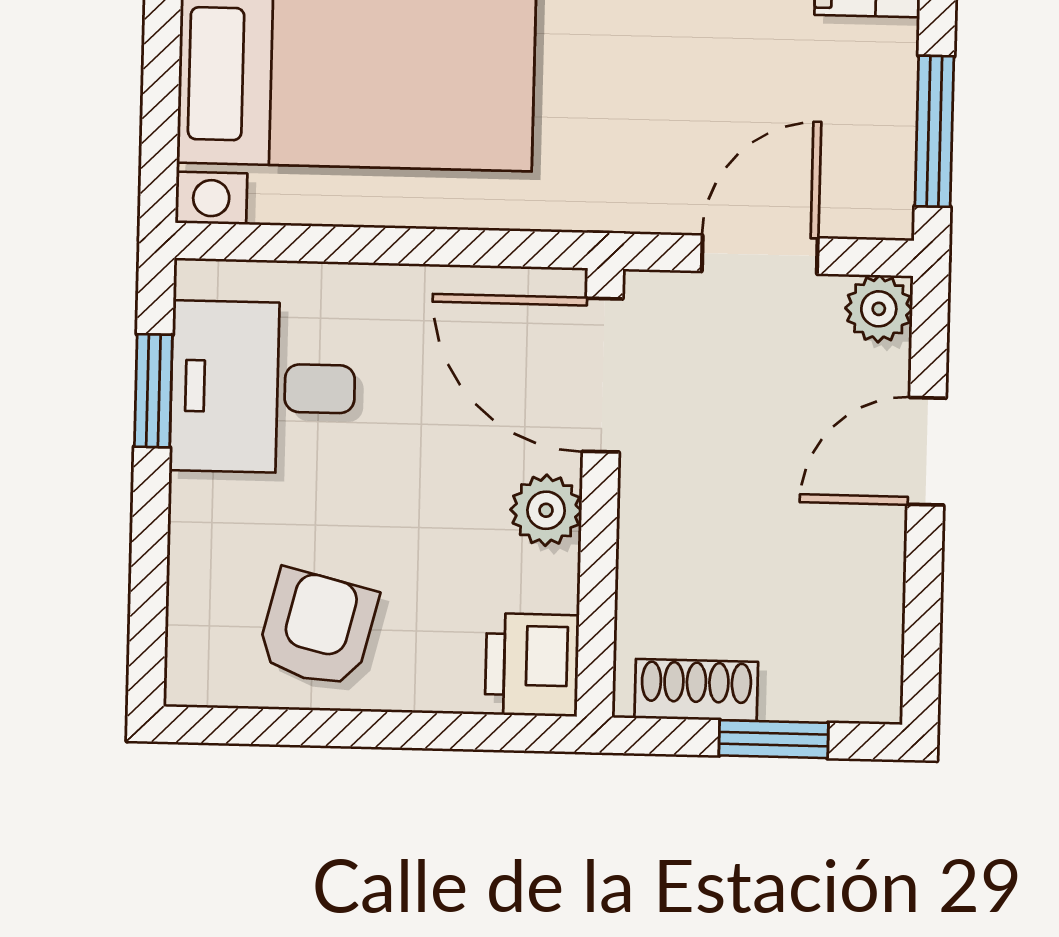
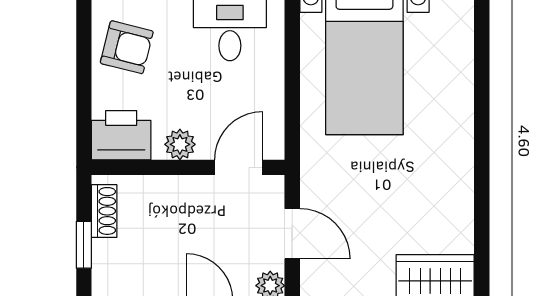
door: (603, 375) -> (239, 167), width x0.73
printer: (532, 665) -> (121, 135), width x1.36, depth x1.24

